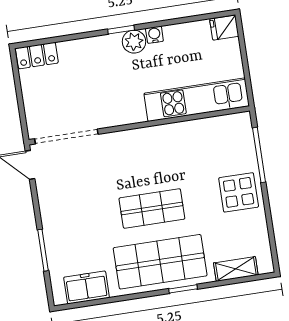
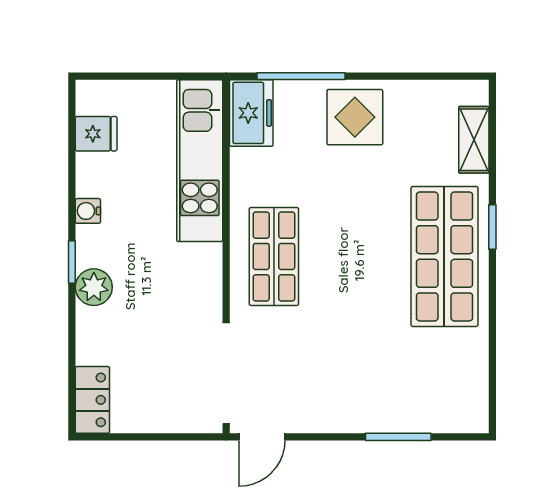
fridge: (224, 28) -> (96, 134), moved, turned -90
plant: (134, 42) -> (94, 287), moved
shop shelf: (152, 208) -> (274, 256), moved
freezer: (87, 287) -> (251, 113), moved, turned 180

